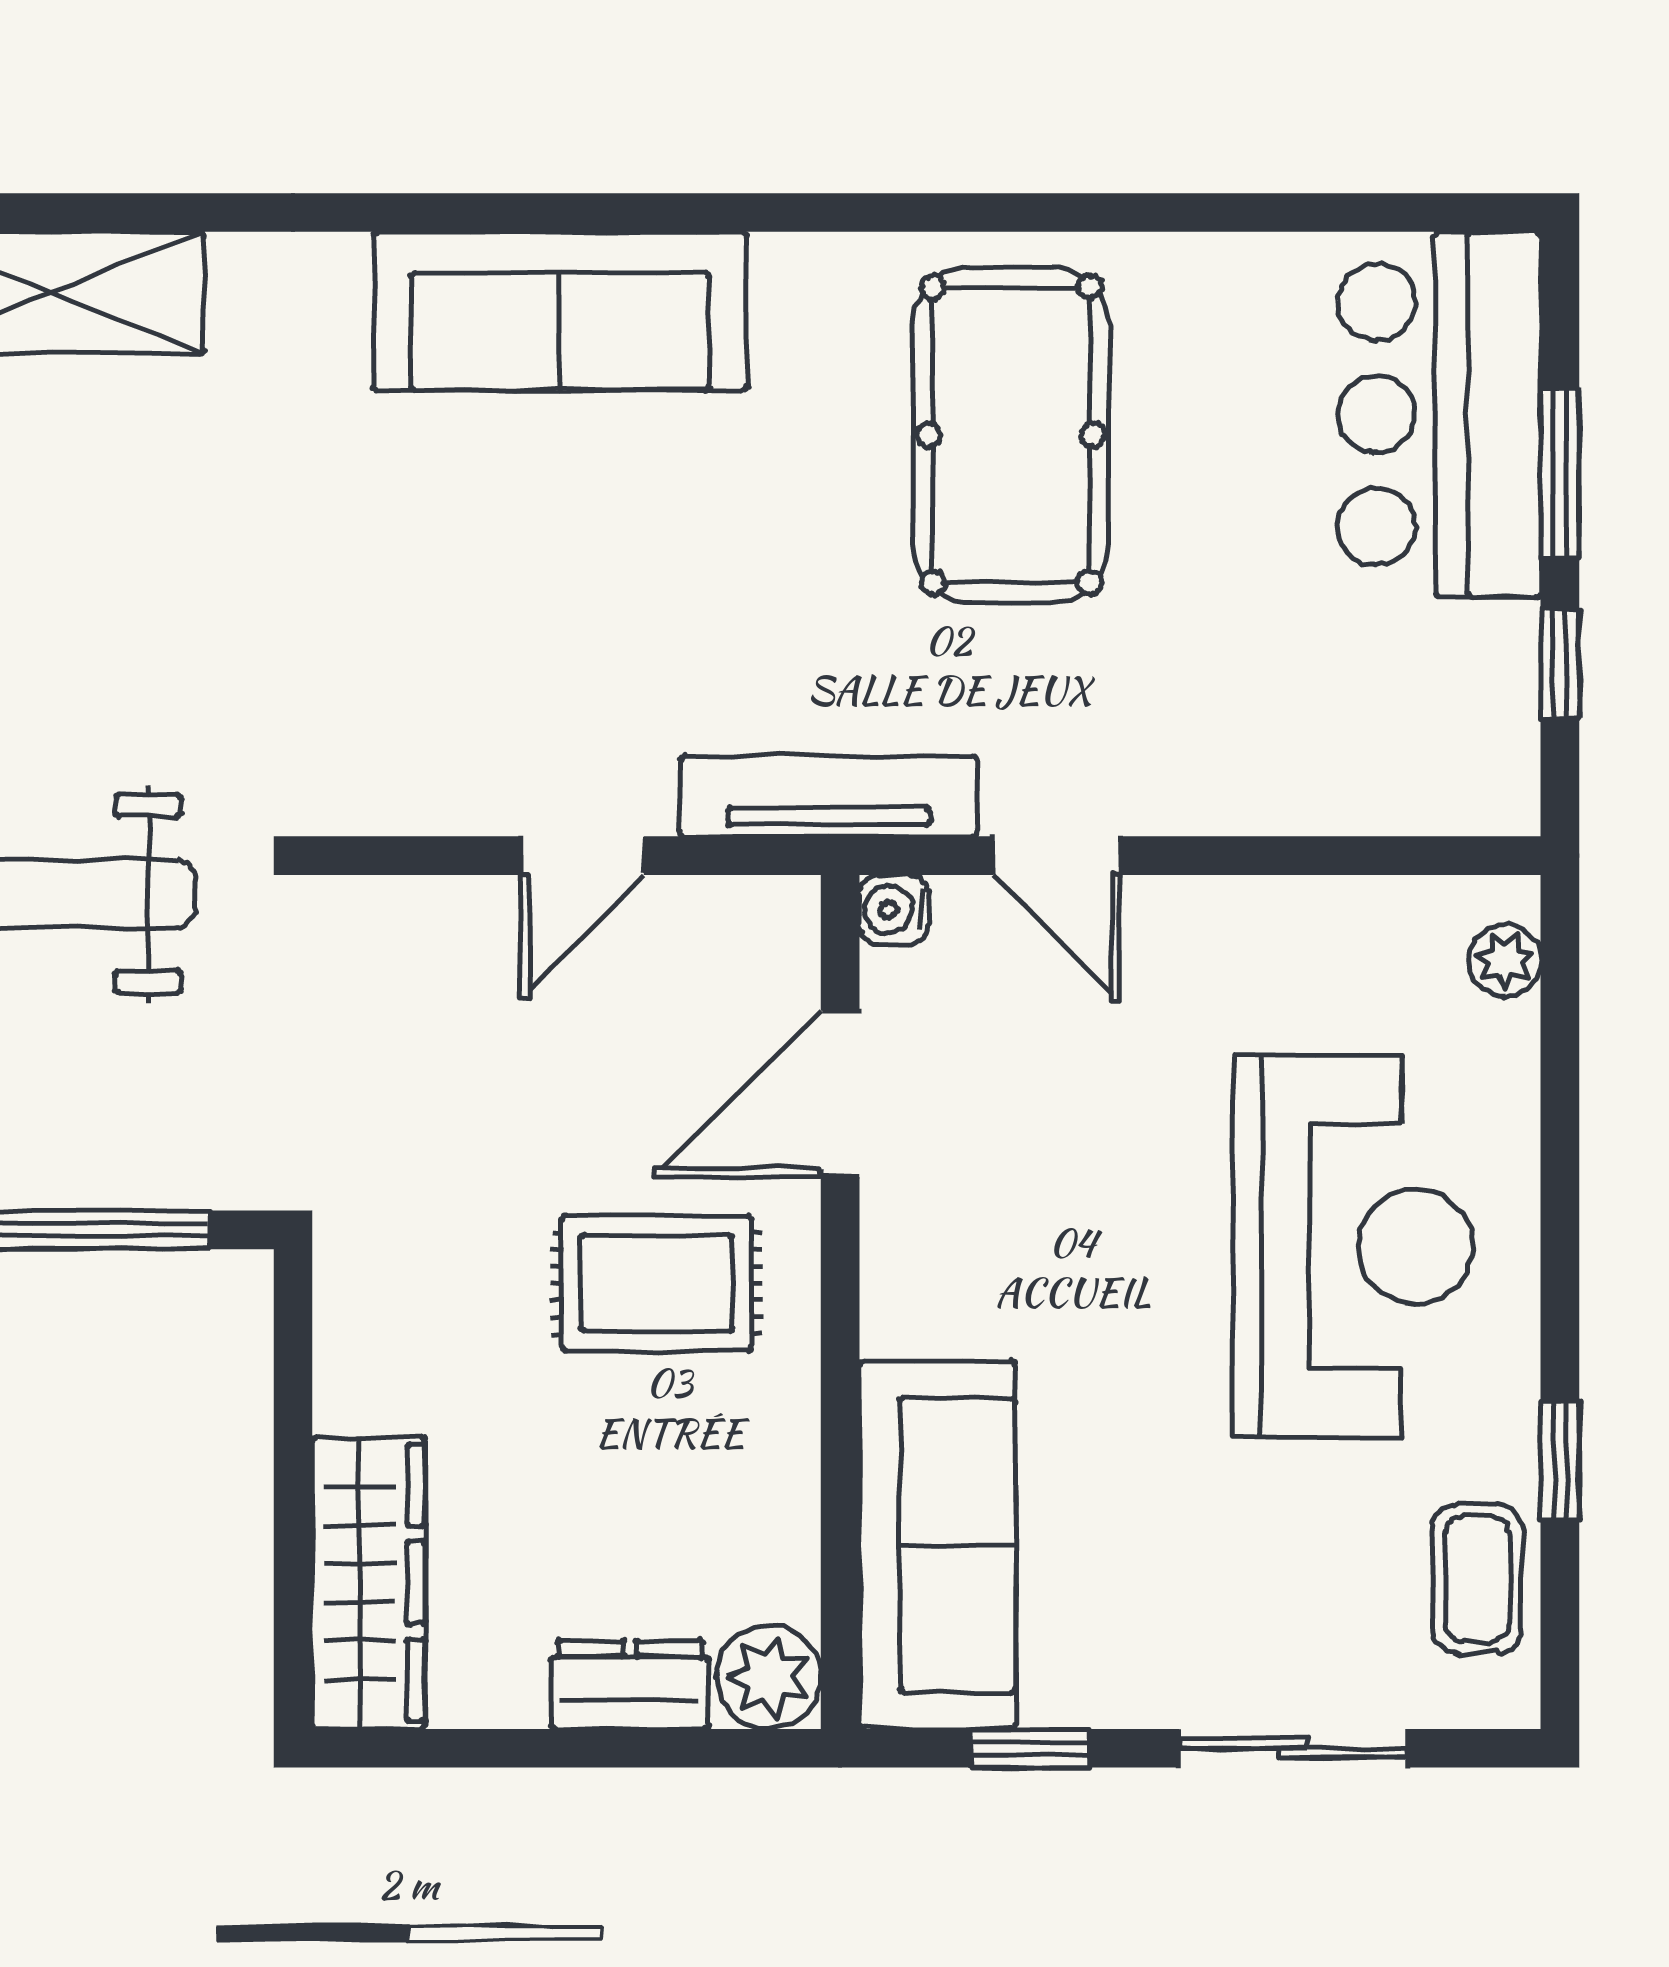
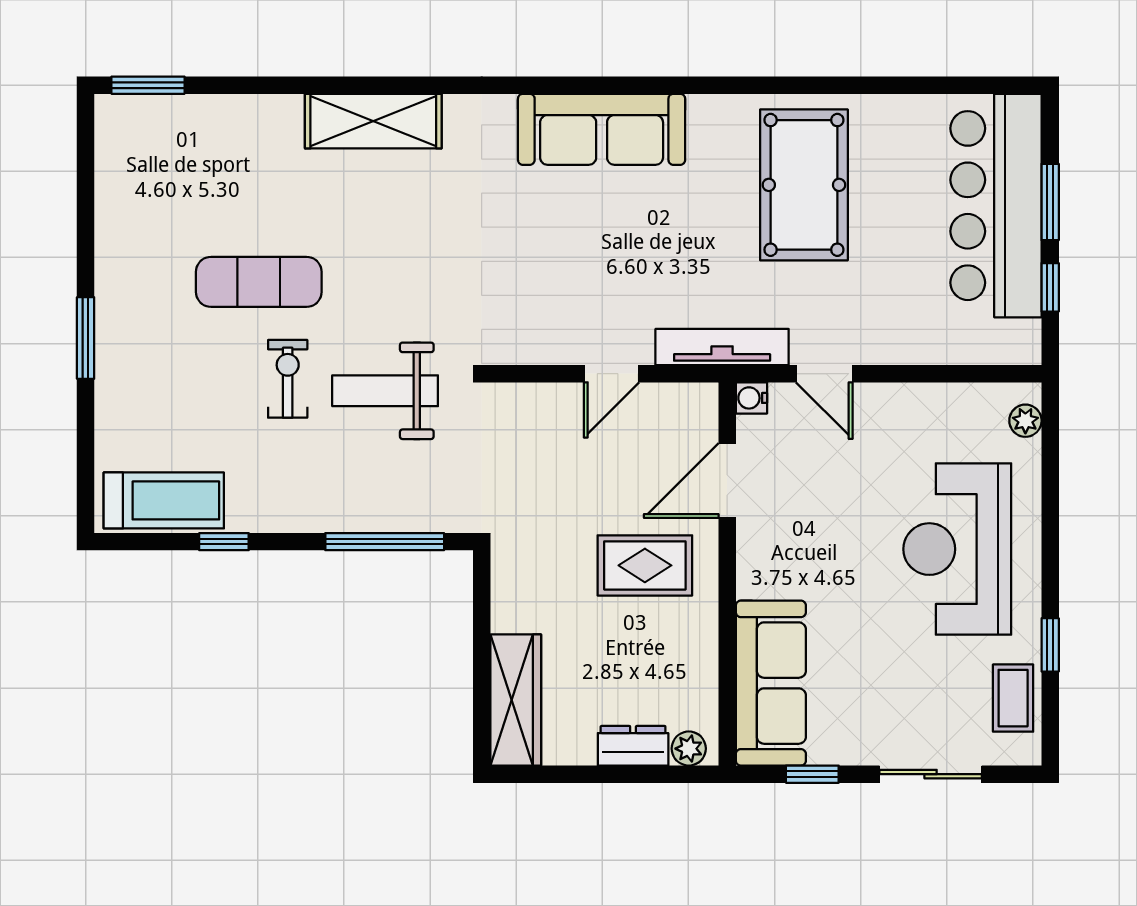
bar counter: (1439, 414) -> (996, 206), width x1.36
reception desk: (1353, 1246) -> (957, 549), turned 180
plant: (769, 1677) -> (689, 749), width x0.73, depth x0.73

